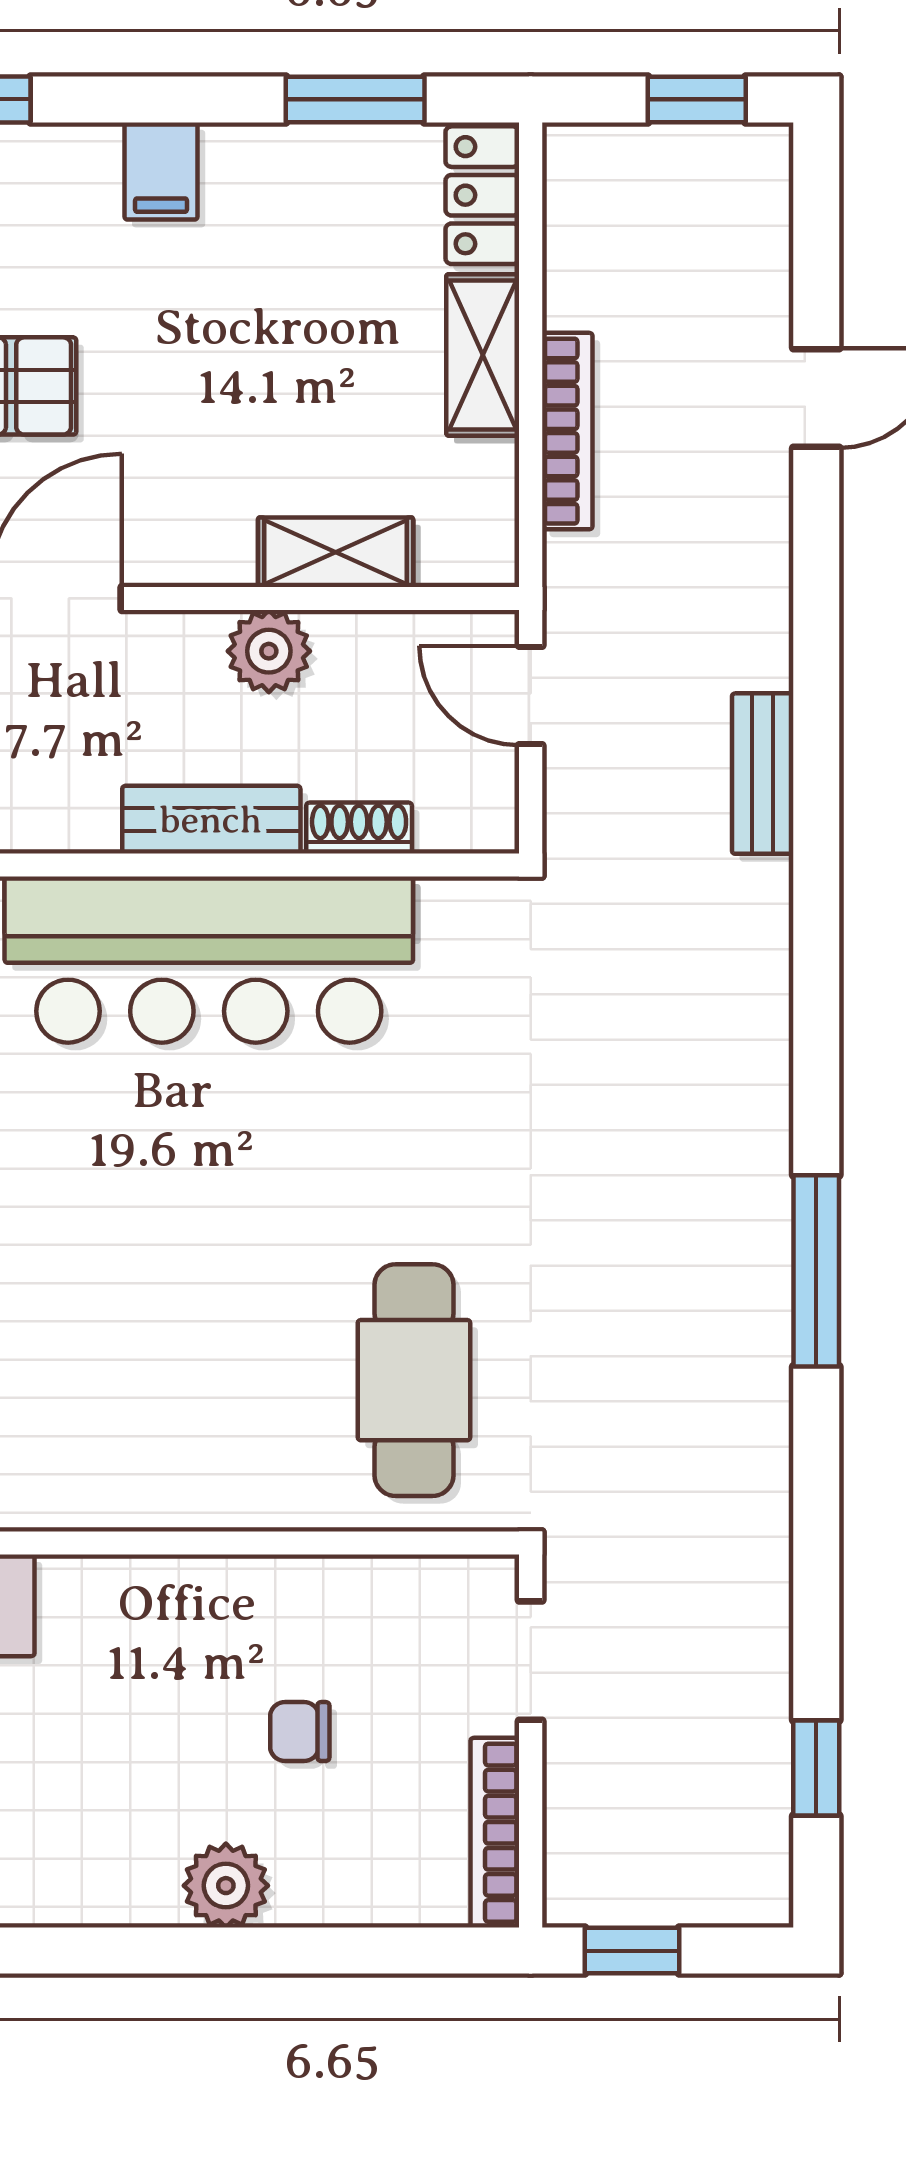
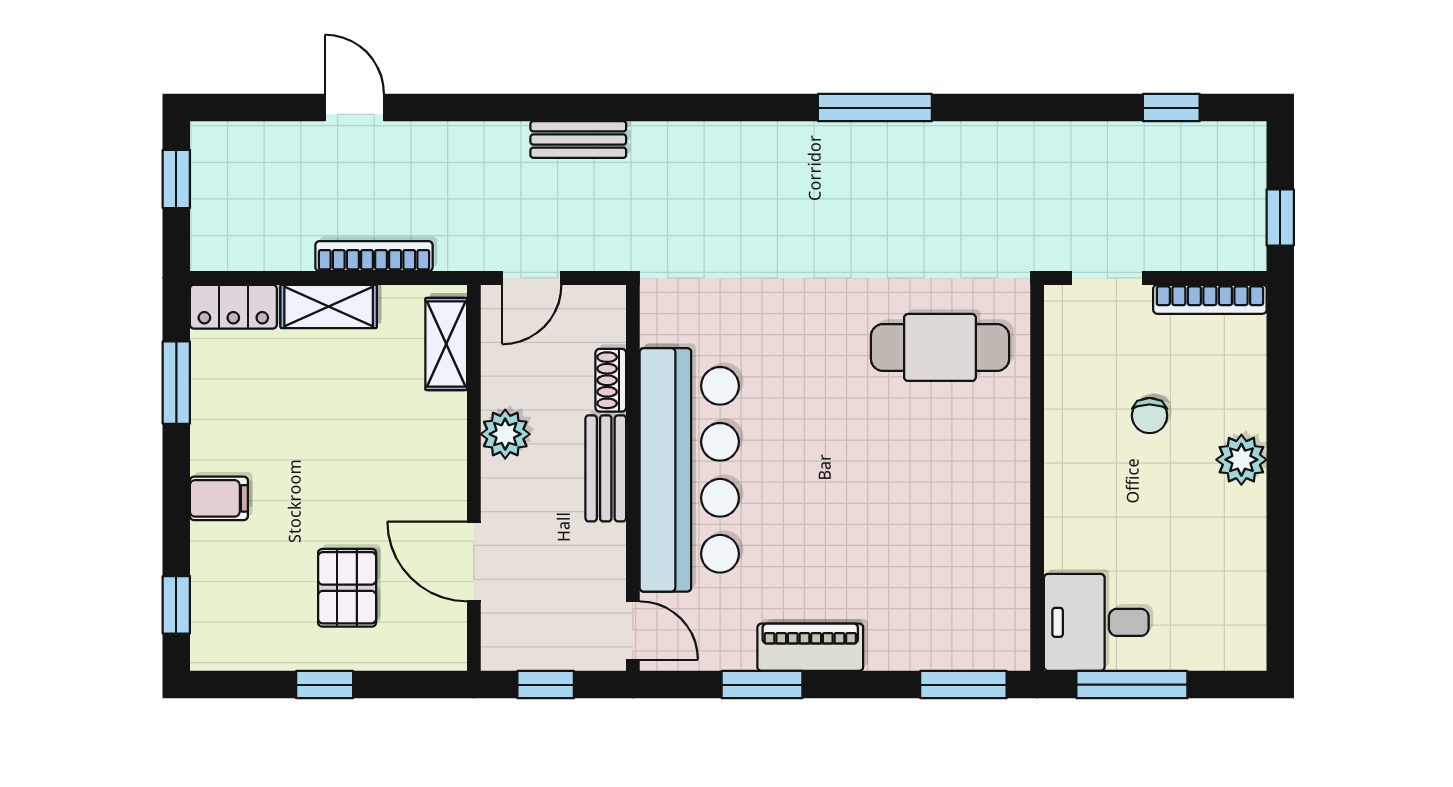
shelving: (336, 552) -> (446, 344), moved

